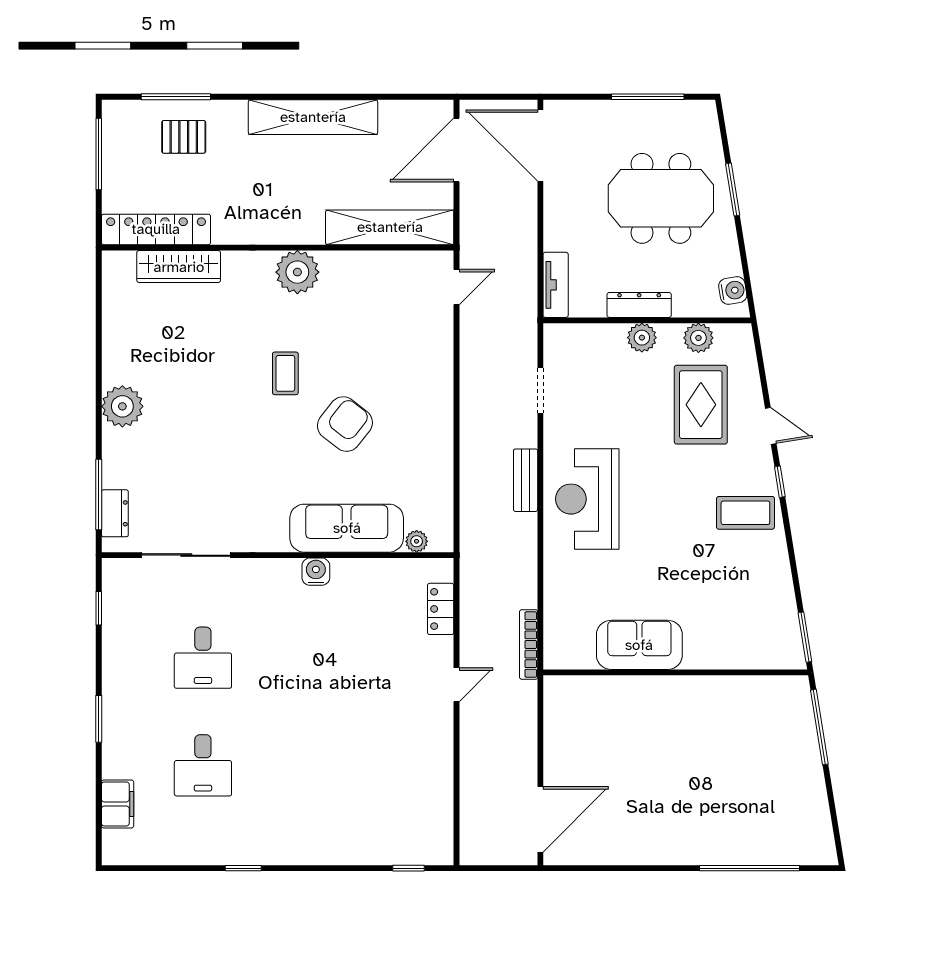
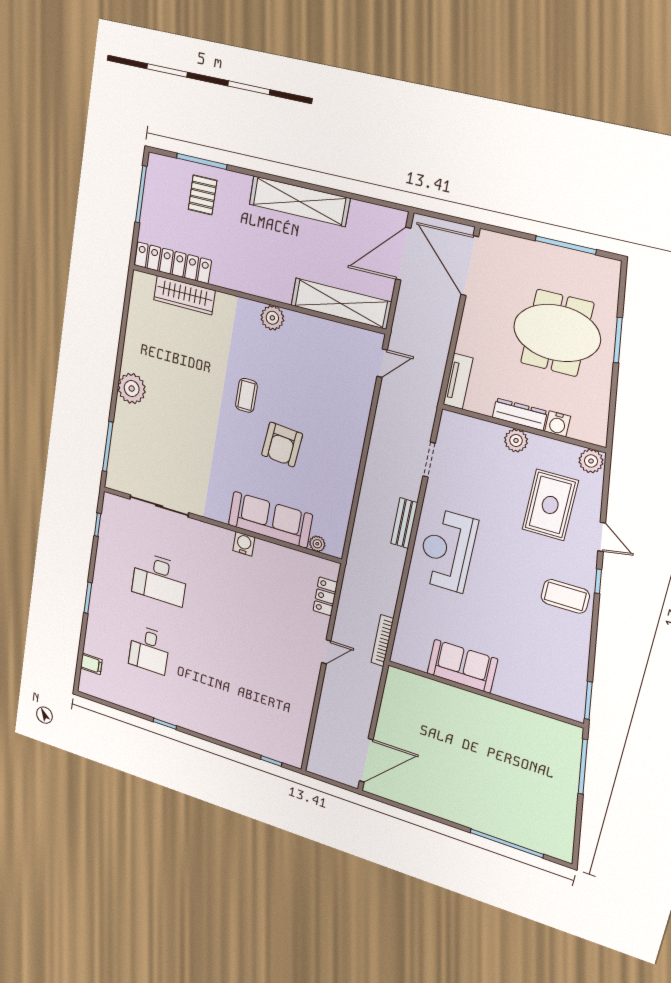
pallet: (184, 137) -> (203, 195), turned 90
plant: (297, 272) -> (272, 318), width x0.73, depth x0.73
water cooler: (733, 290) -> (557, 424), moved, turned 99
plant: (698, 338) -> (591, 461), moved
armchair: (345, 424) -> (282, 444), turned 147
dresser: (115, 513) -> (116, 463), removed
desk: (203, 658) -> (160, 579), width x1.37
filing cabinet: (118, 804) -> (91, 664), width x0.50

